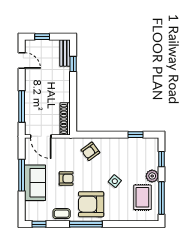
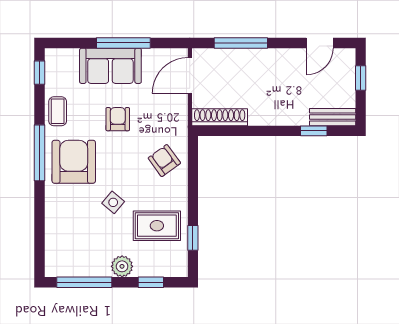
armchair: (66, 178) -> (118, 119), turned 180
rug: (142, 197) -> (157, 226), moved

